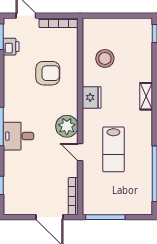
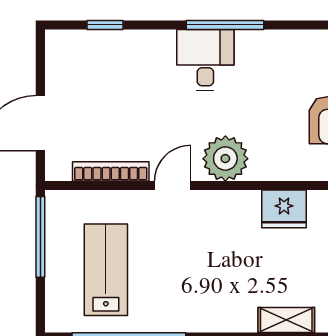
lab bench: (113, 149) -> (106, 270), moved, turned 90
bookcase: (73, 196) -> (111, 171), moved

